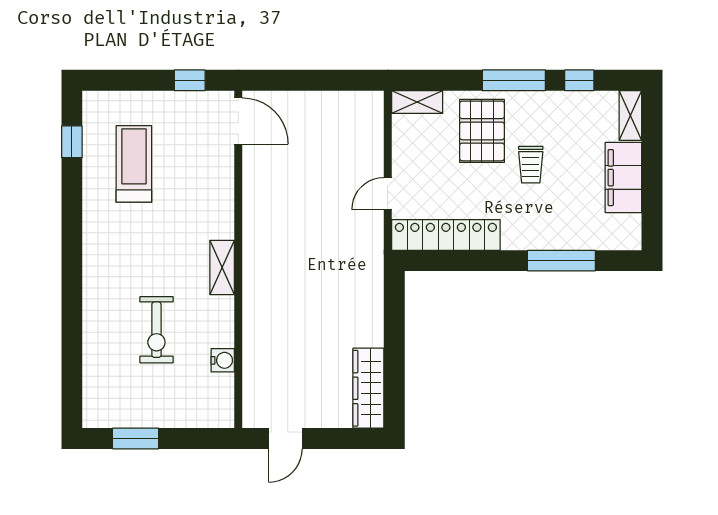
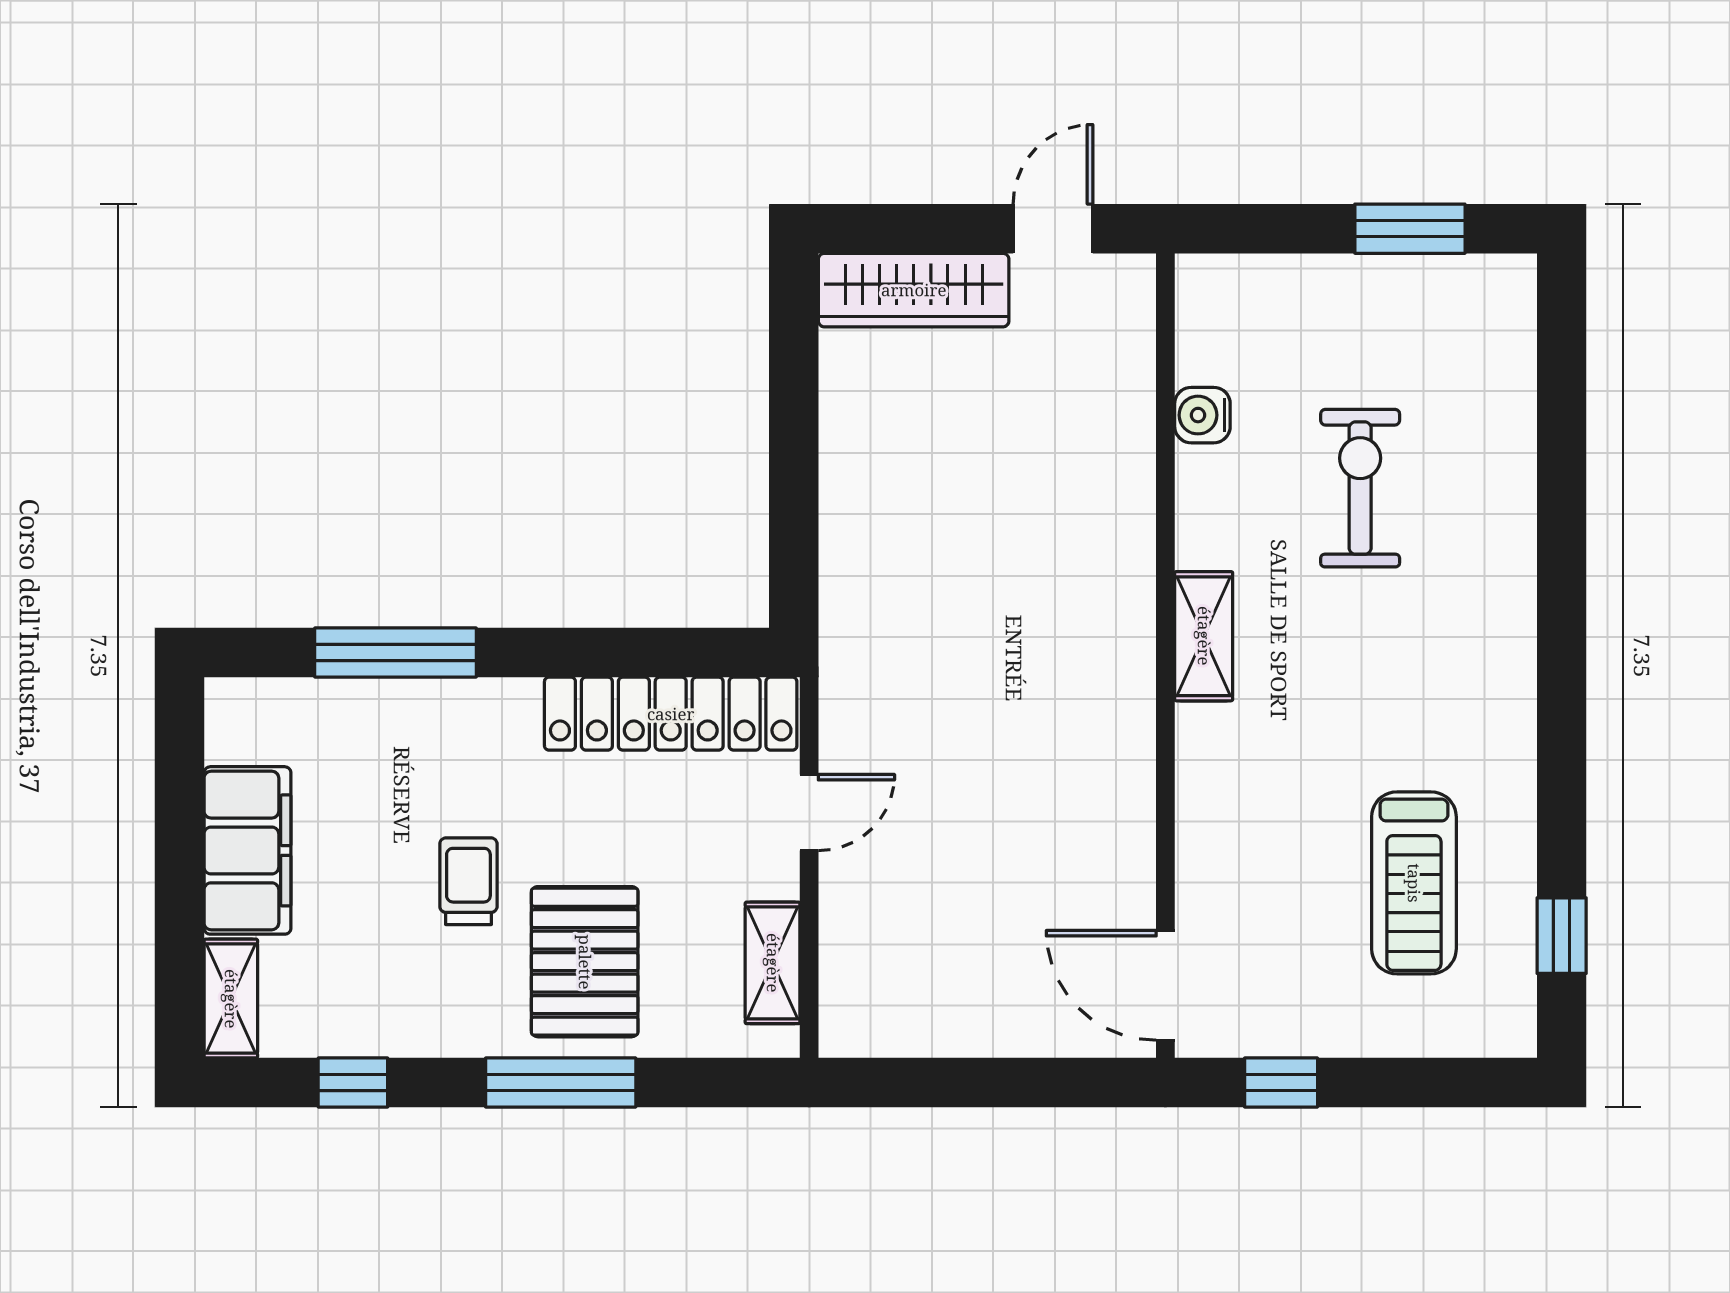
window: (514, 80) -> (561, 1083), moved
shelving: (417, 102) -> (773, 963), moved, turned 90
wardrobe: (368, 388) -> (914, 290), moved, turned 90

